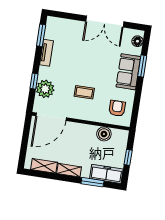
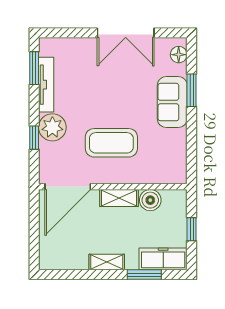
tv unit: (47, 53) -> (46, 85), width x1.41
plant: (45, 89) -> (52, 127), moved
coffee table: (84, 92) -> (111, 143), width x1.86, depth x1.72
armchair: (117, 108) -> (164, 159), removed
shelving: (44, 166) -> (119, 198), moved

